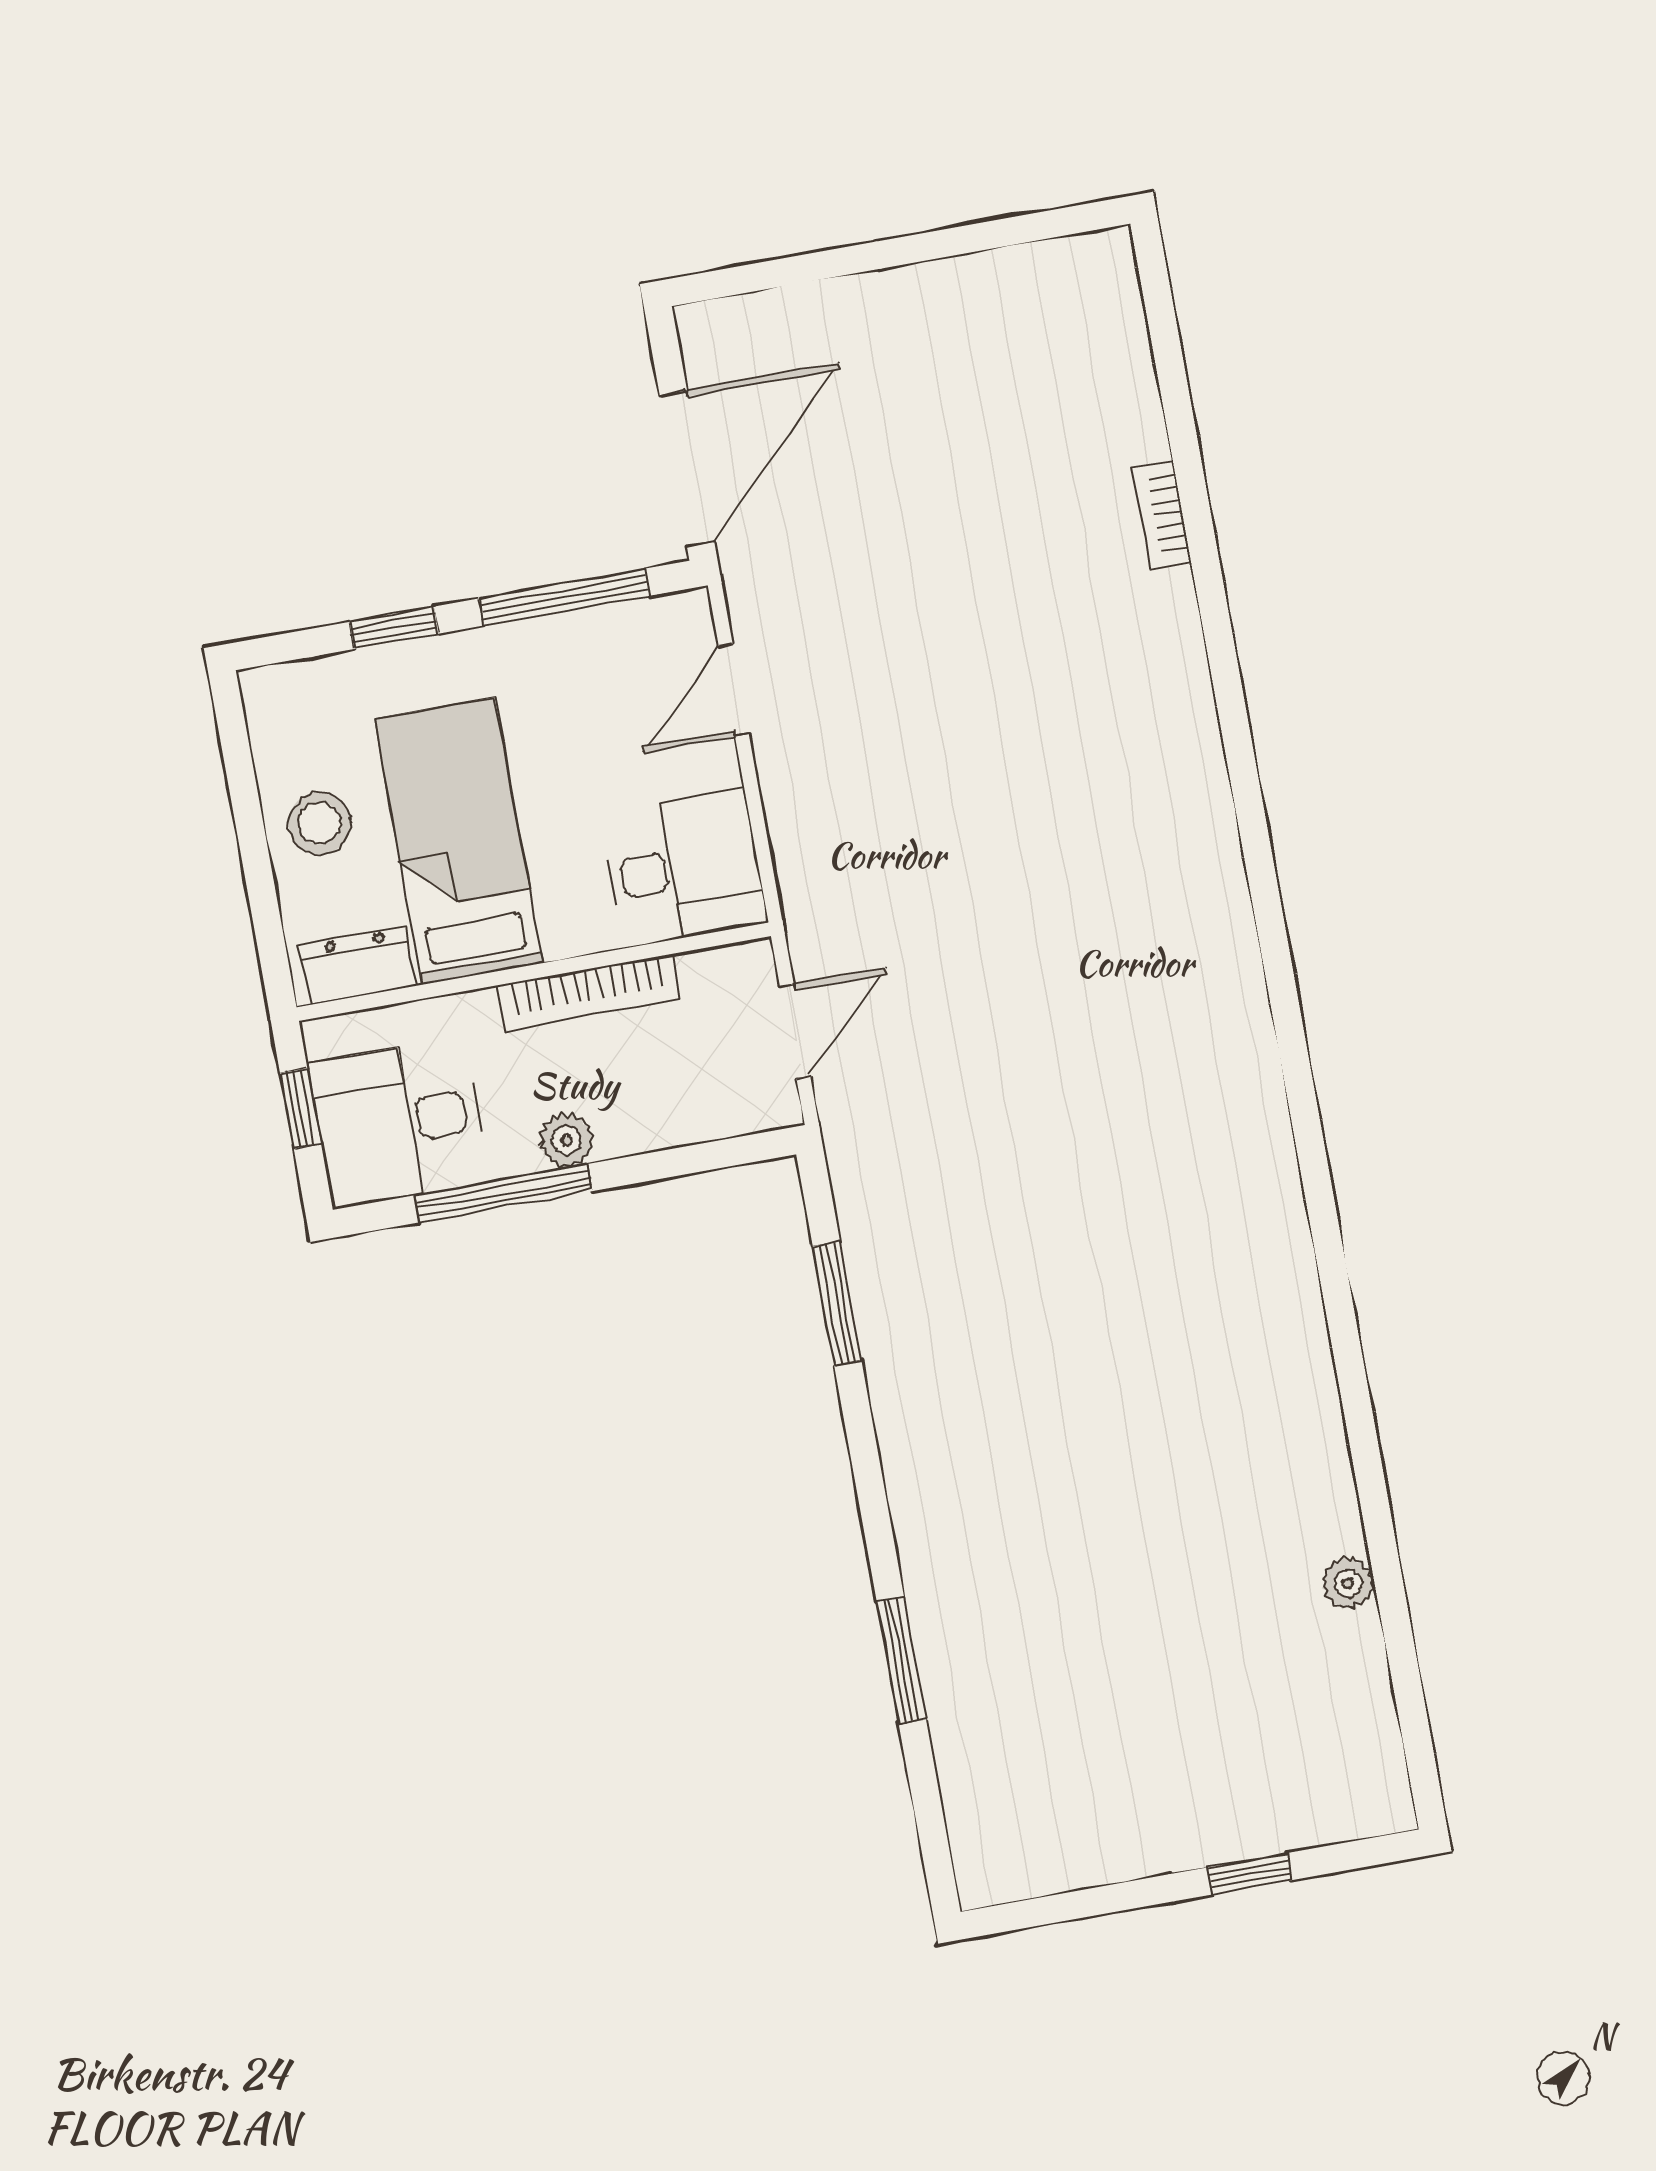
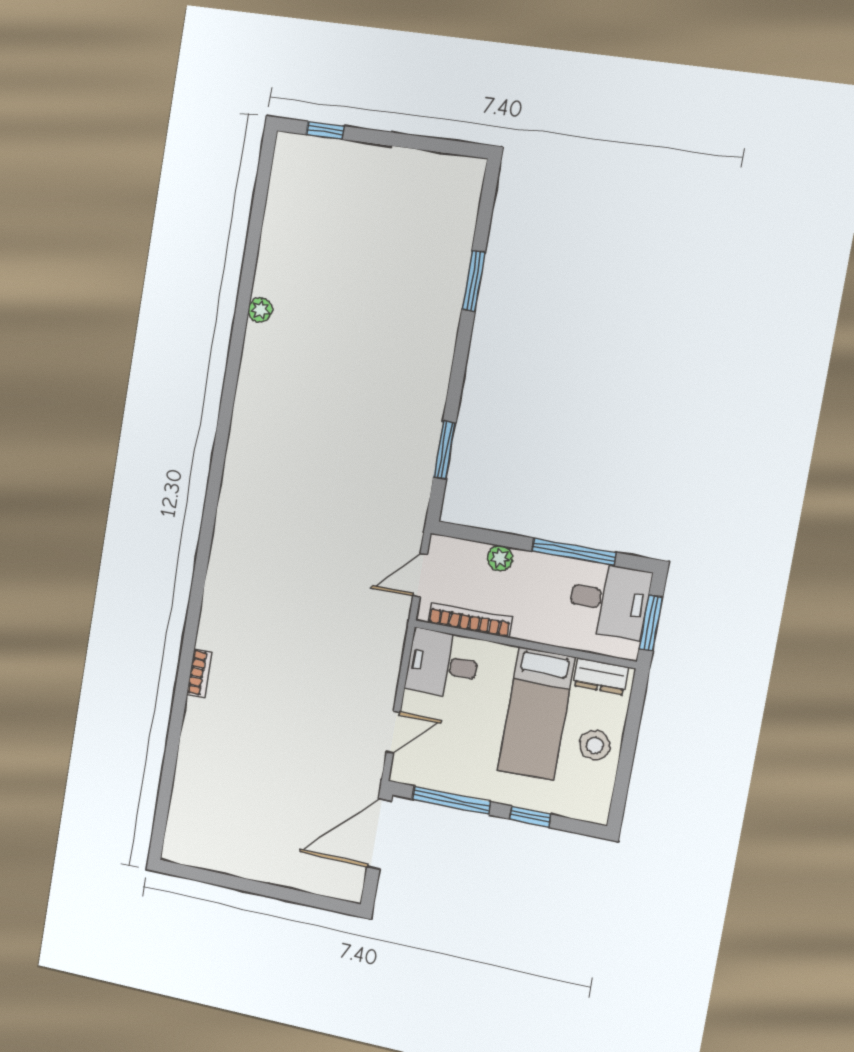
bookcase: (1162, 515) -> (199, 673), moved
bookcase: (589, 992) -> (470, 620), moved
window: (301, 1108) -> (651, 623), width x1.50
plant: (566, 1140) -> (500, 558), moved
plant: (1348, 1583) -> (260, 310), moved
window: (1250, 1874) -> (325, 130), moved

